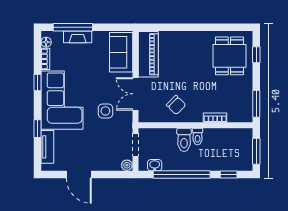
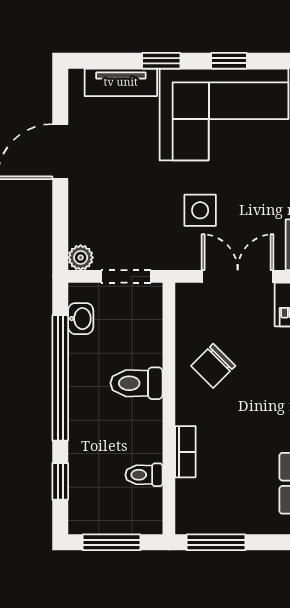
window: (37, 82) -> (229, 61), moved
toilet: (198, 136) -> (144, 475), moved

